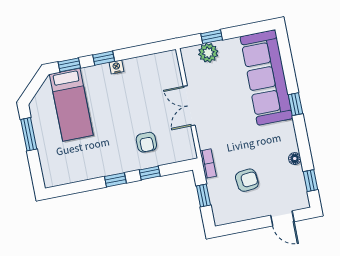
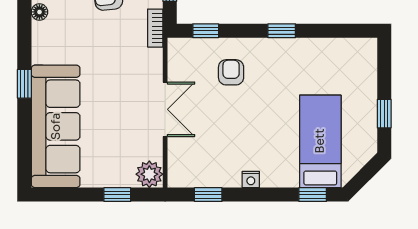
plant: (208, 53) -> (149, 174), moved
window: (104, 58) -> (208, 195), moved
window: (29, 134) -> (384, 114), width x0.67
window: (150, 173) -> (206, 31), moved

